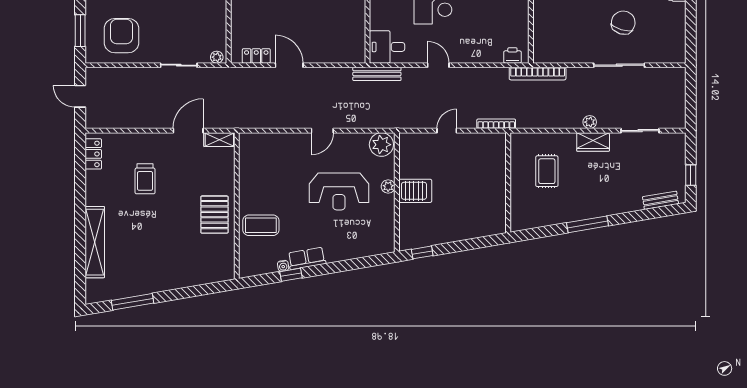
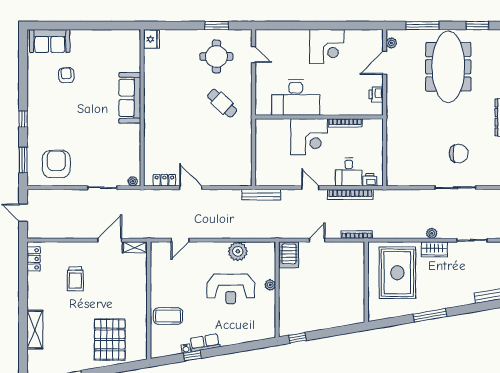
chair: (623, 23) -> (459, 154), turned 73
desk: (387, 47) -> (349, 172), moved, turned -90
bookcase: (538, 74) -> (350, 194), moved
door: (322, 131) -> (180, 240), moved
plant: (381, 145) -> (238, 251), moved
rug: (547, 171) -> (397, 273), width x1.86, depth x2.06
server rack: (415, 191) -> (289, 255), moved, turned 90
pallet: (214, 215) -> (110, 339), moved, width x1.37, depth x1.41
shelving: (95, 242) -> (35, 330), width x0.68

